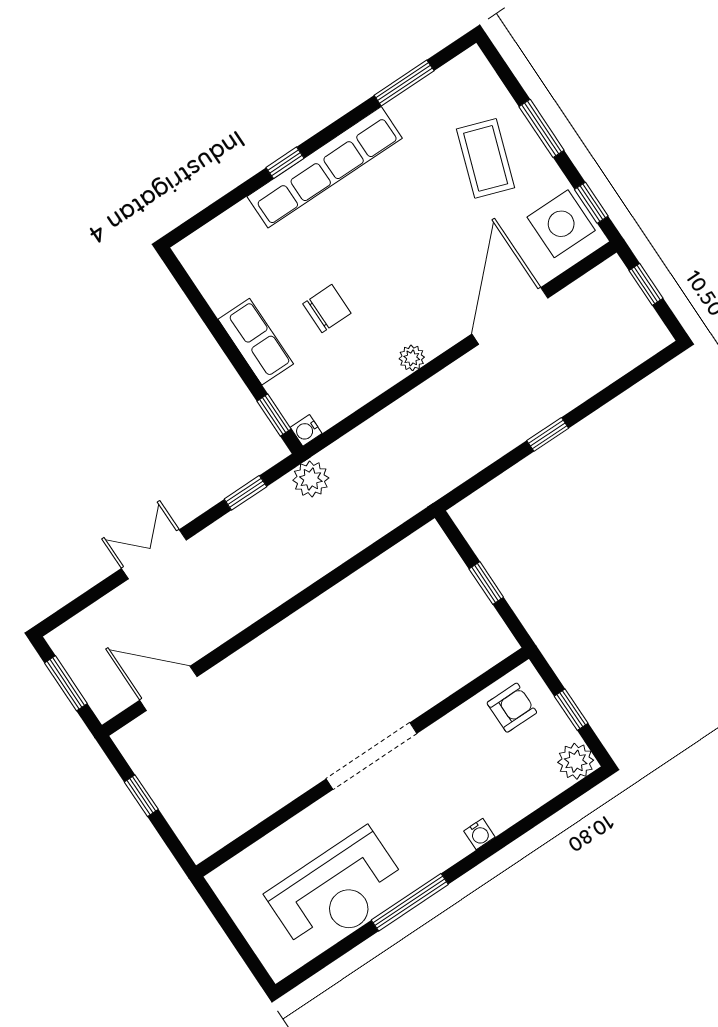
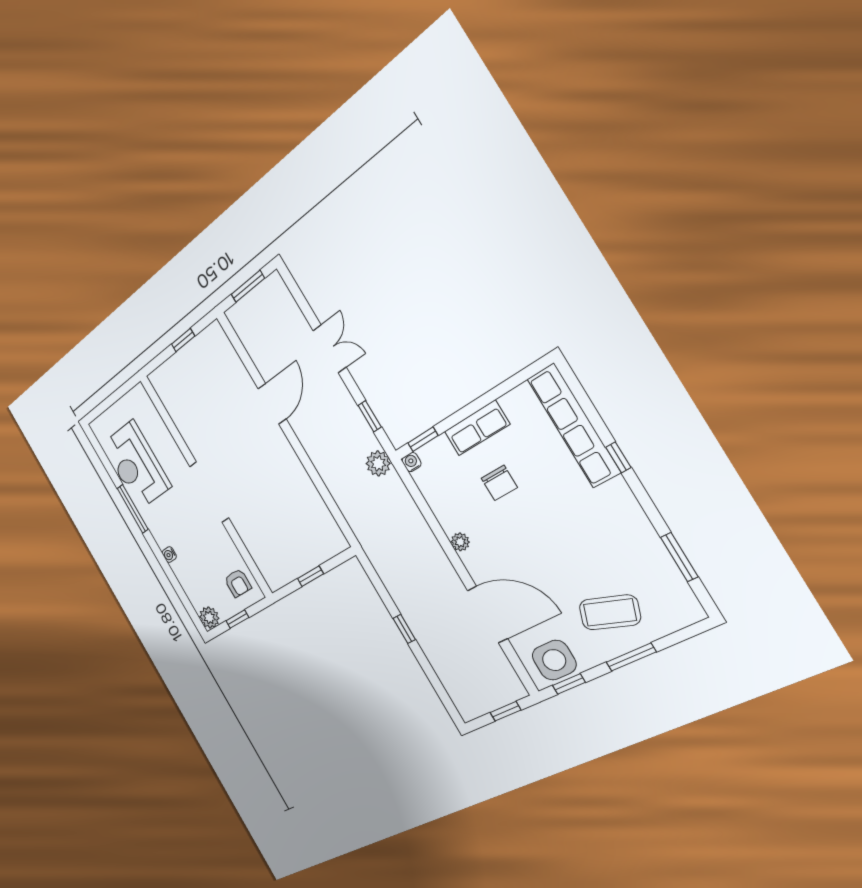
row of seats: (325, 167) -> (574, 425), moved
door: (168, 688) -> (272, 404), moved

